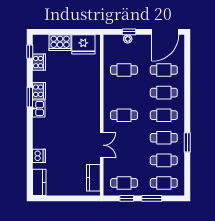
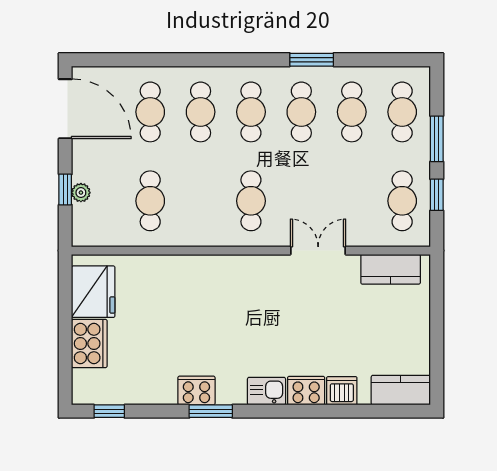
cooker: (39, 62) -> (306, 391), moved
kitchen sink: (39, 109) -> (266, 391), moved

